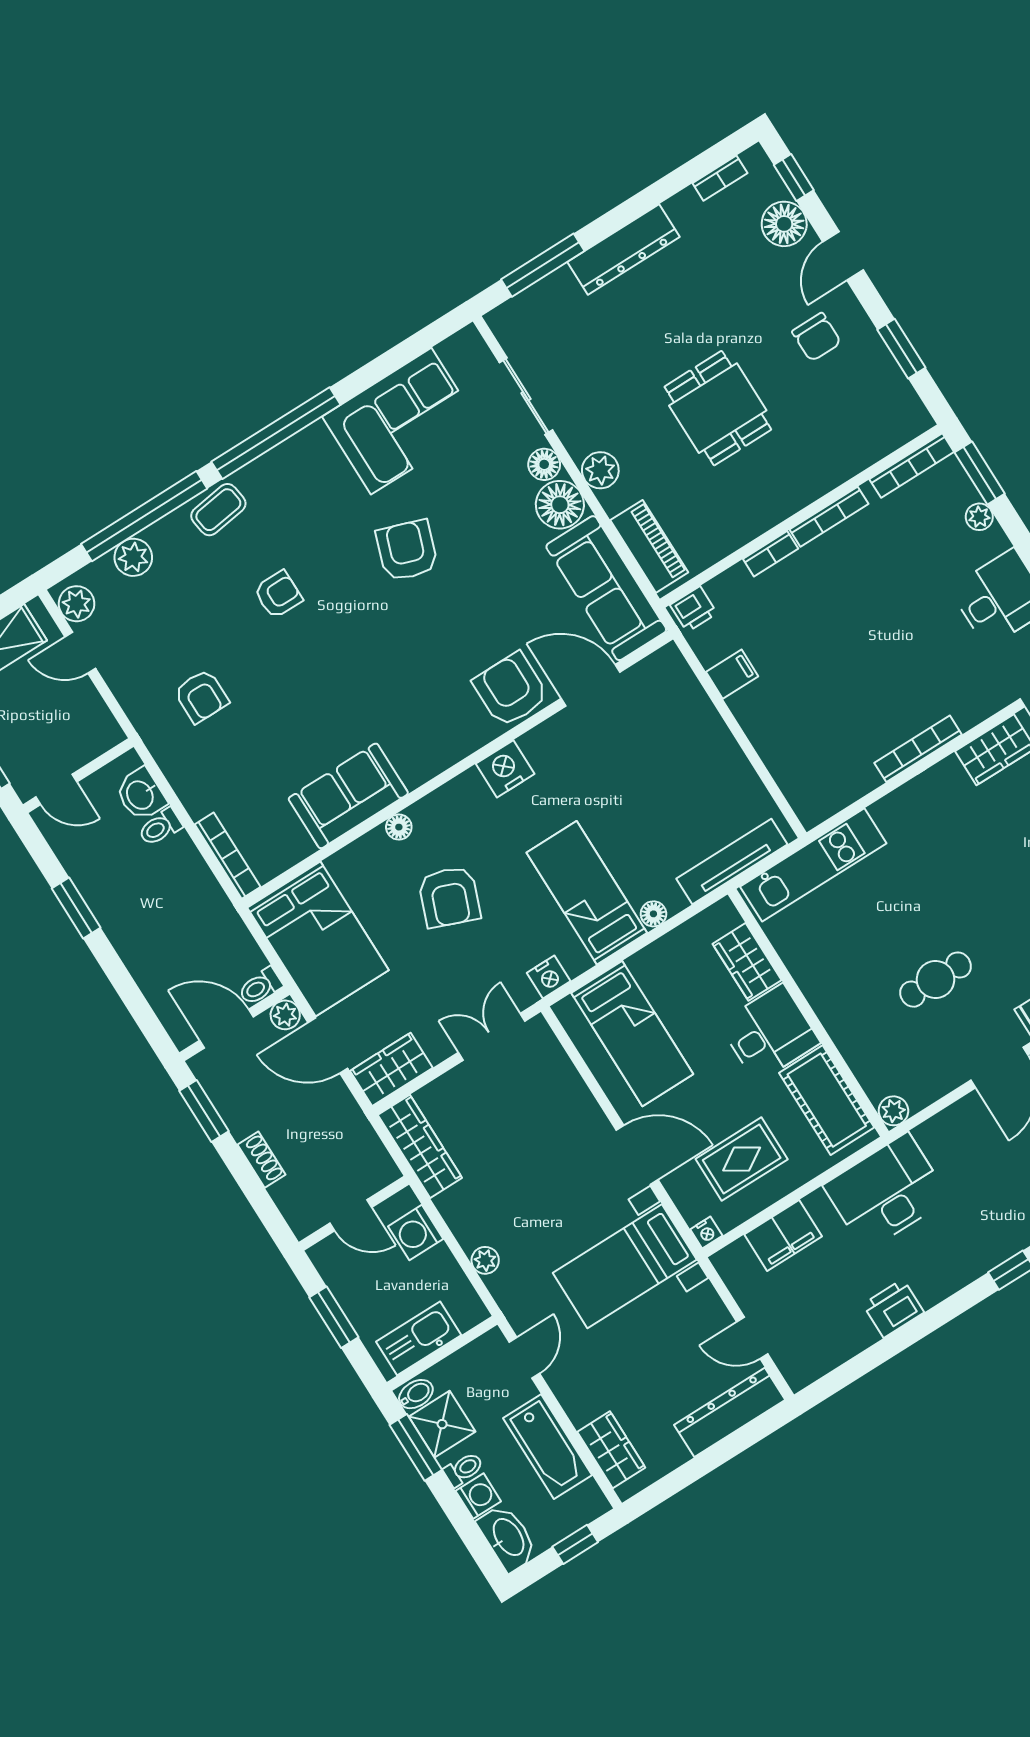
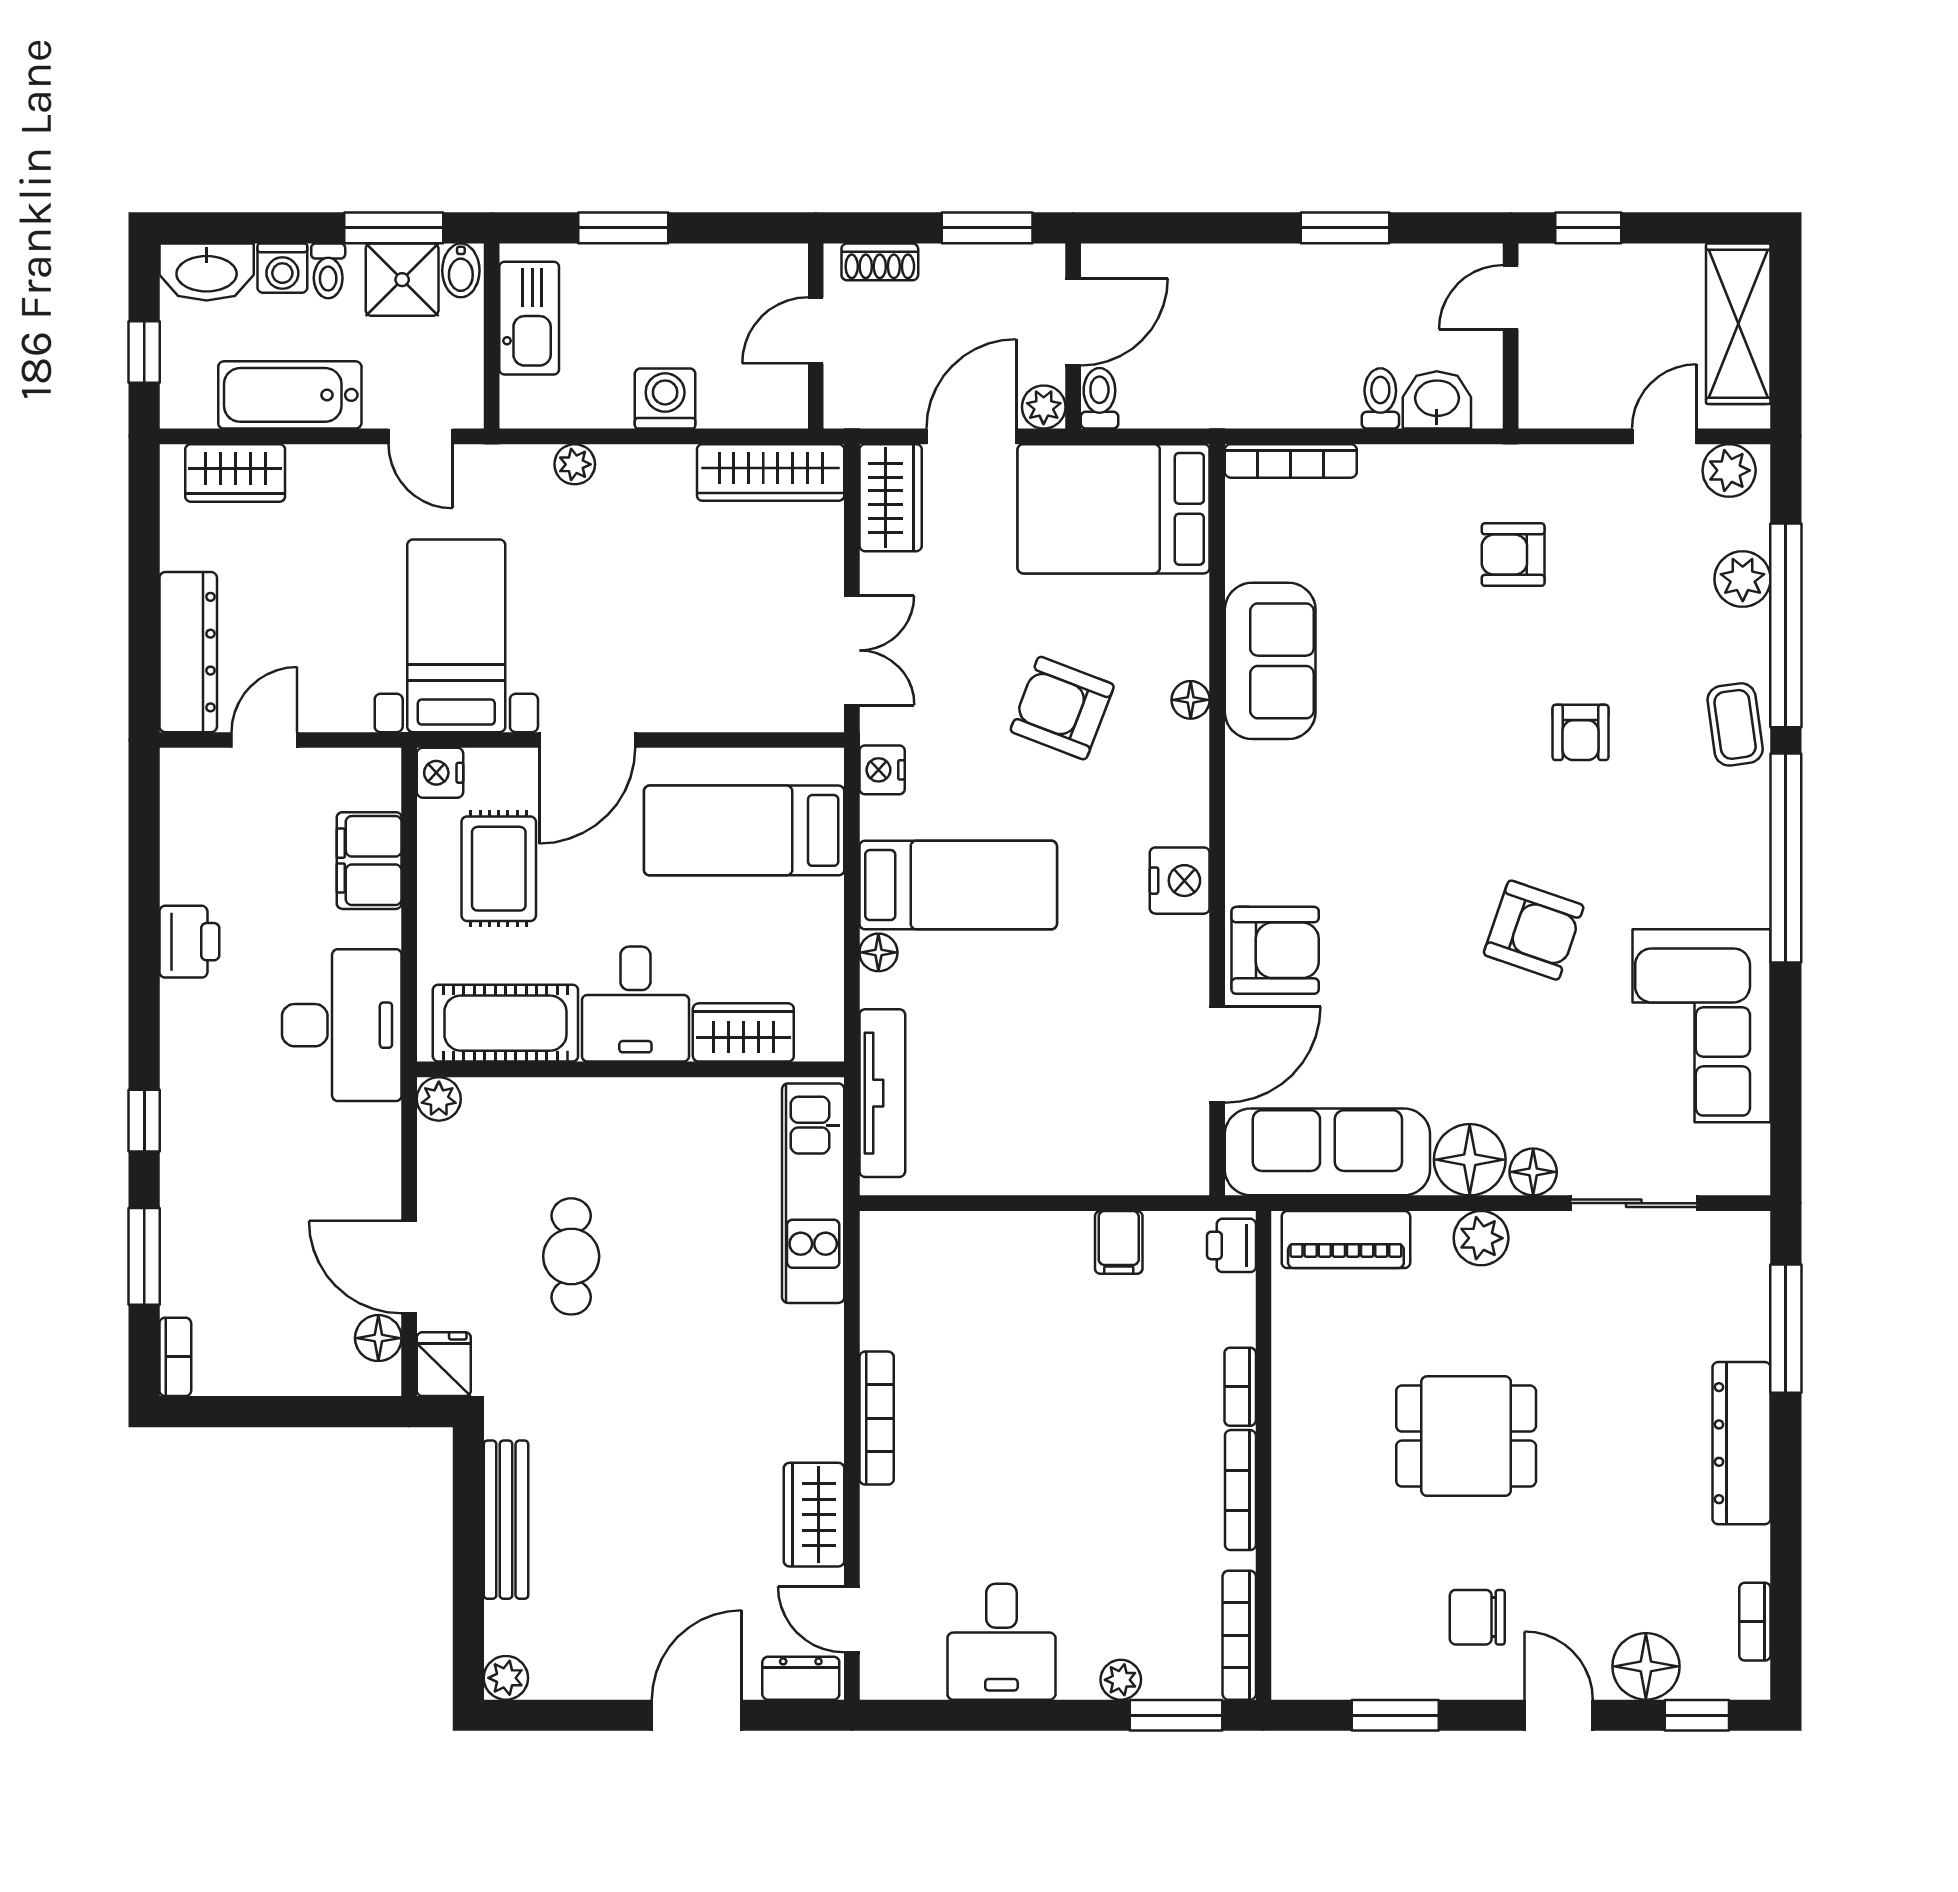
wall: (354, 1213) -> (816, 336), moved
door: (351, 1215) -> (816, 330), moved
nightstand: (706, 1233) -> (440, 773), width x1.39, depth x1.35

